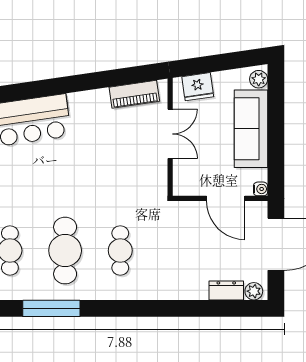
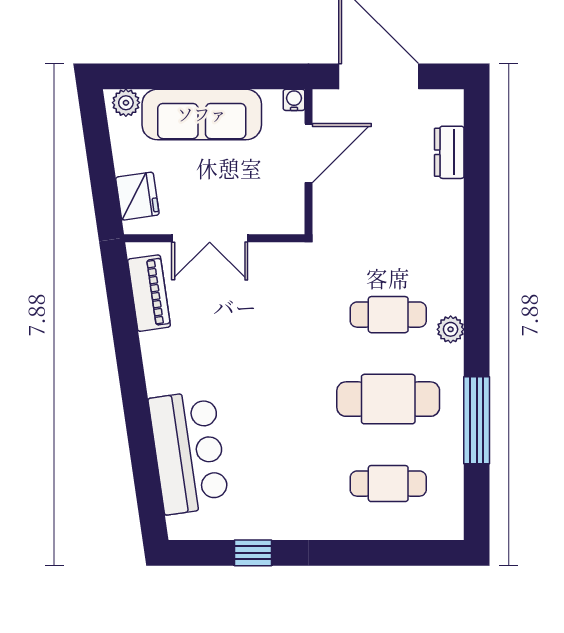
double door: (170, 134) -> (210, 238), swing flipped
plant: (254, 291) -> (451, 329), moved

